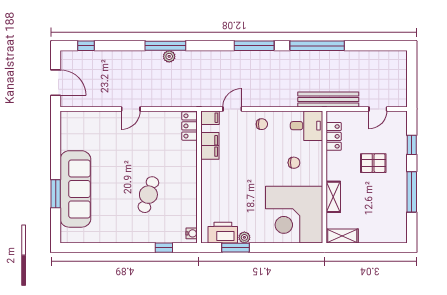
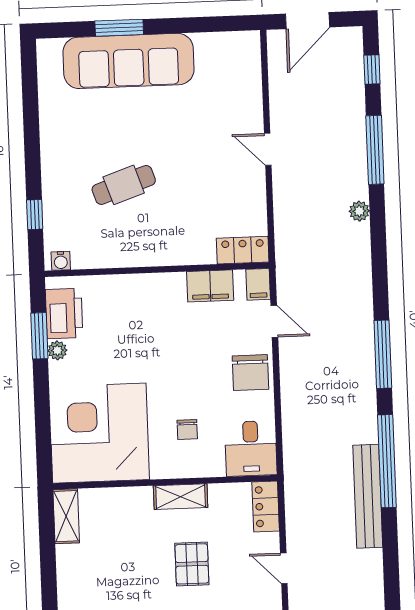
window: (165, 46) -> (375, 150), moved
bench: (328, 100) -> (368, 496), moved
chair: (262, 124) -> (250, 373), width x1.87, depth x1.87
locker: (334, 136) -> (266, 506), moved, turned 90
cafe table: (148, 195) -> (124, 185), turned -37
shelving: (333, 197) -> (181, 497), moved

